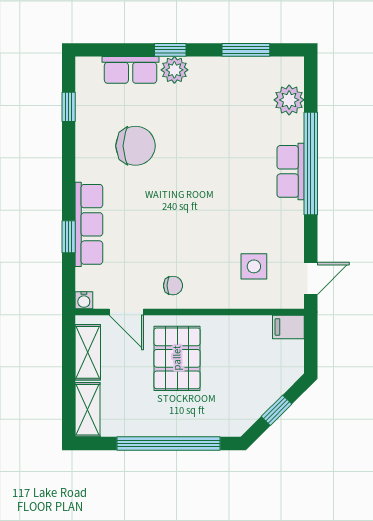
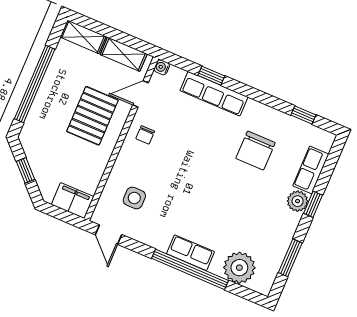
plant: (289, 100) -> (239, 268), width x1.36, depth x1.36
filing cabinet: (288, 327) -> (73, 201), width x2.00
pallet: (177, 358) -> (92, 116), turned 90

